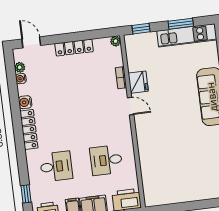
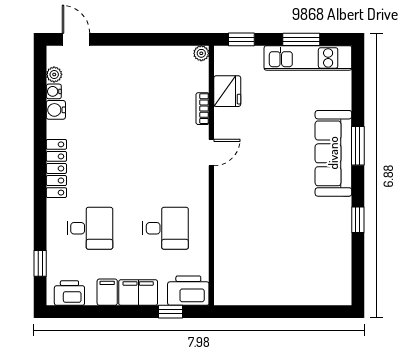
locker: (74, 48) -> (139, 55), removed
fridge: (138, 82) -> (227, 91), moved
water cooler: (25, 102) -> (56, 110), moved
door: (131, 106) -> (211, 153), hinge flipped
desk: (106, 160) -> (165, 228), turned 180

